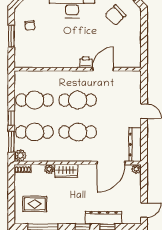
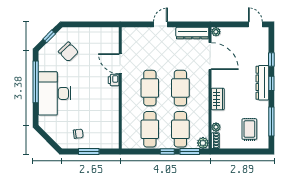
plant: (49, 169) -> (216, 127), moved
dresser: (104, 218) -> (262, 83), moved

